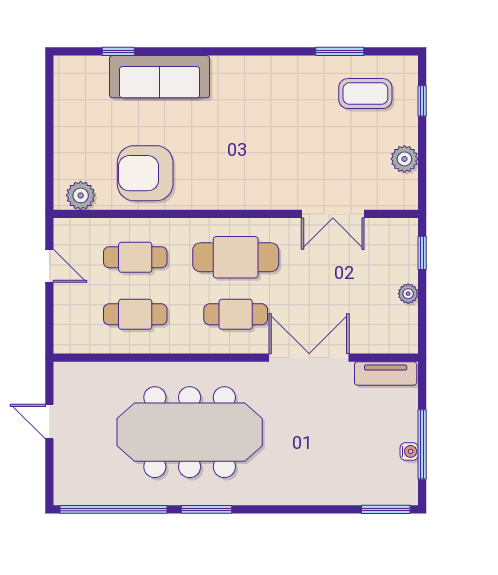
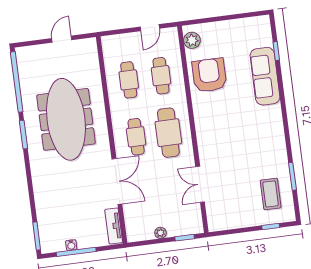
plant: (404, 159) -> (236, 221), removed

